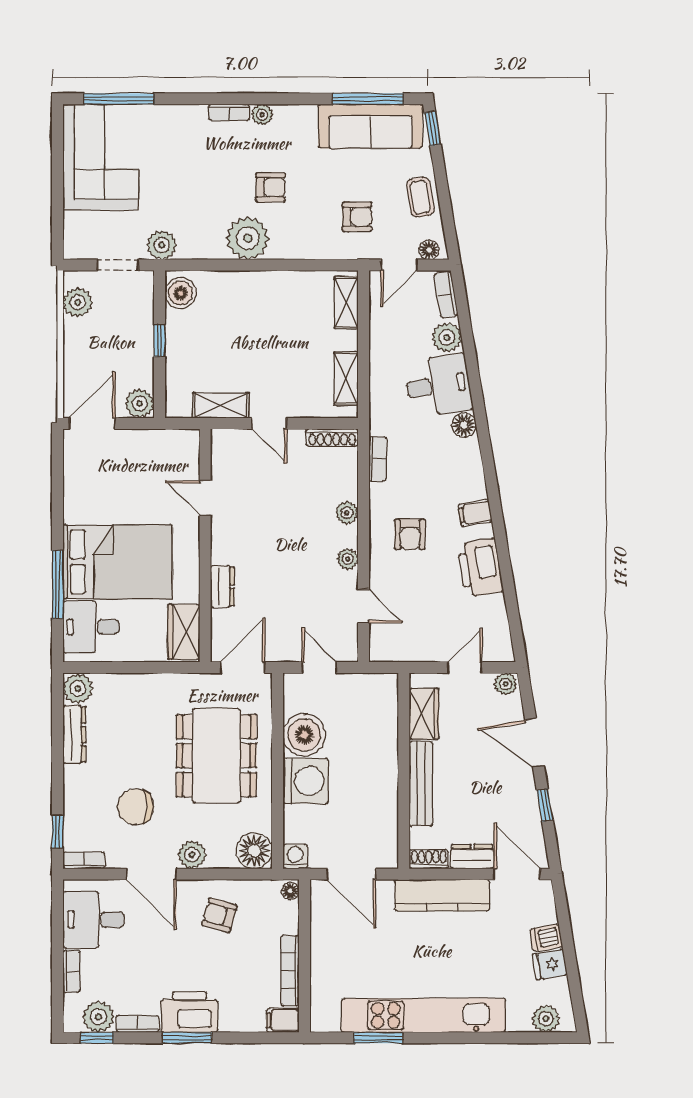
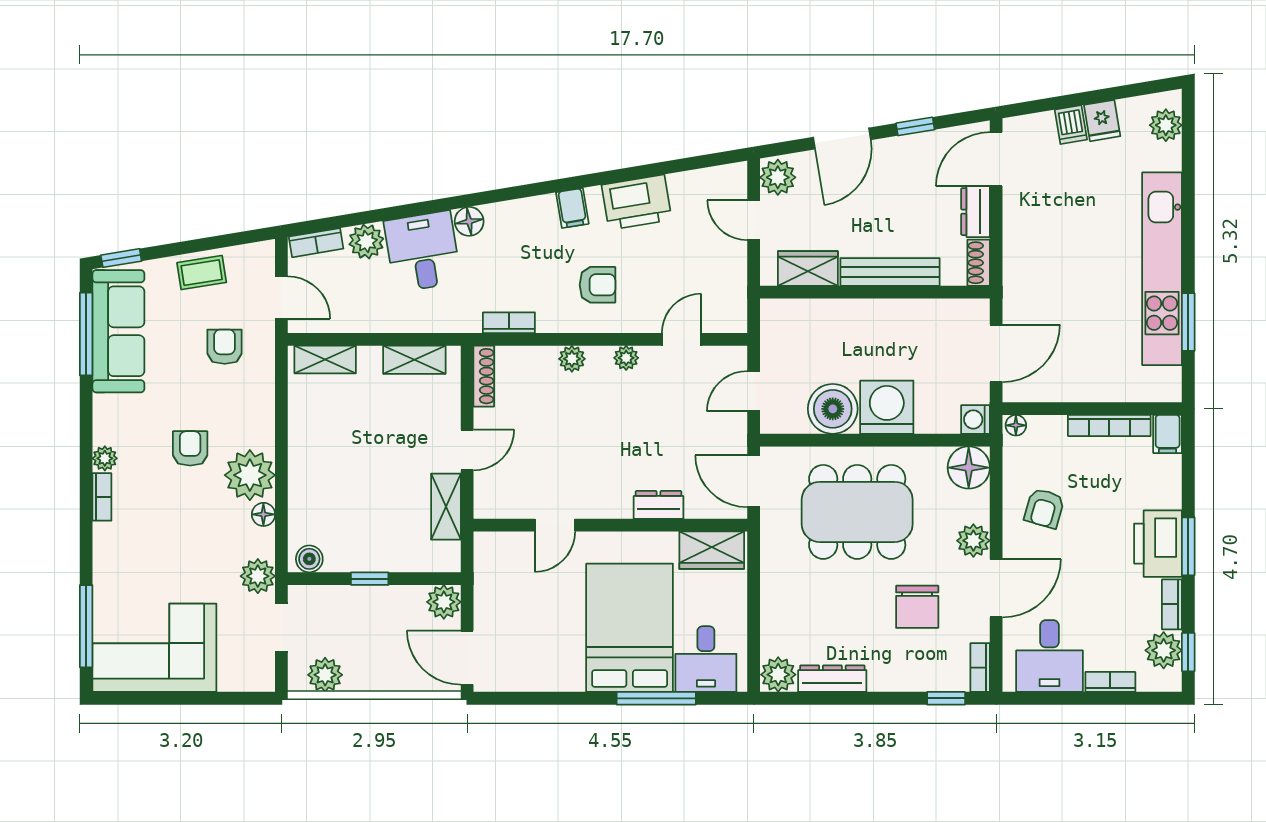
floor lamp: (429, 250) -> (263, 514), moved
boiler: (180, 293) -> (309, 559), width x0.73, depth x0.73
plant: (506, 684) -> (778, 177), width x1.38, depth x1.38
kitchen counter: (442, 895) -> (1021, 247), removed

